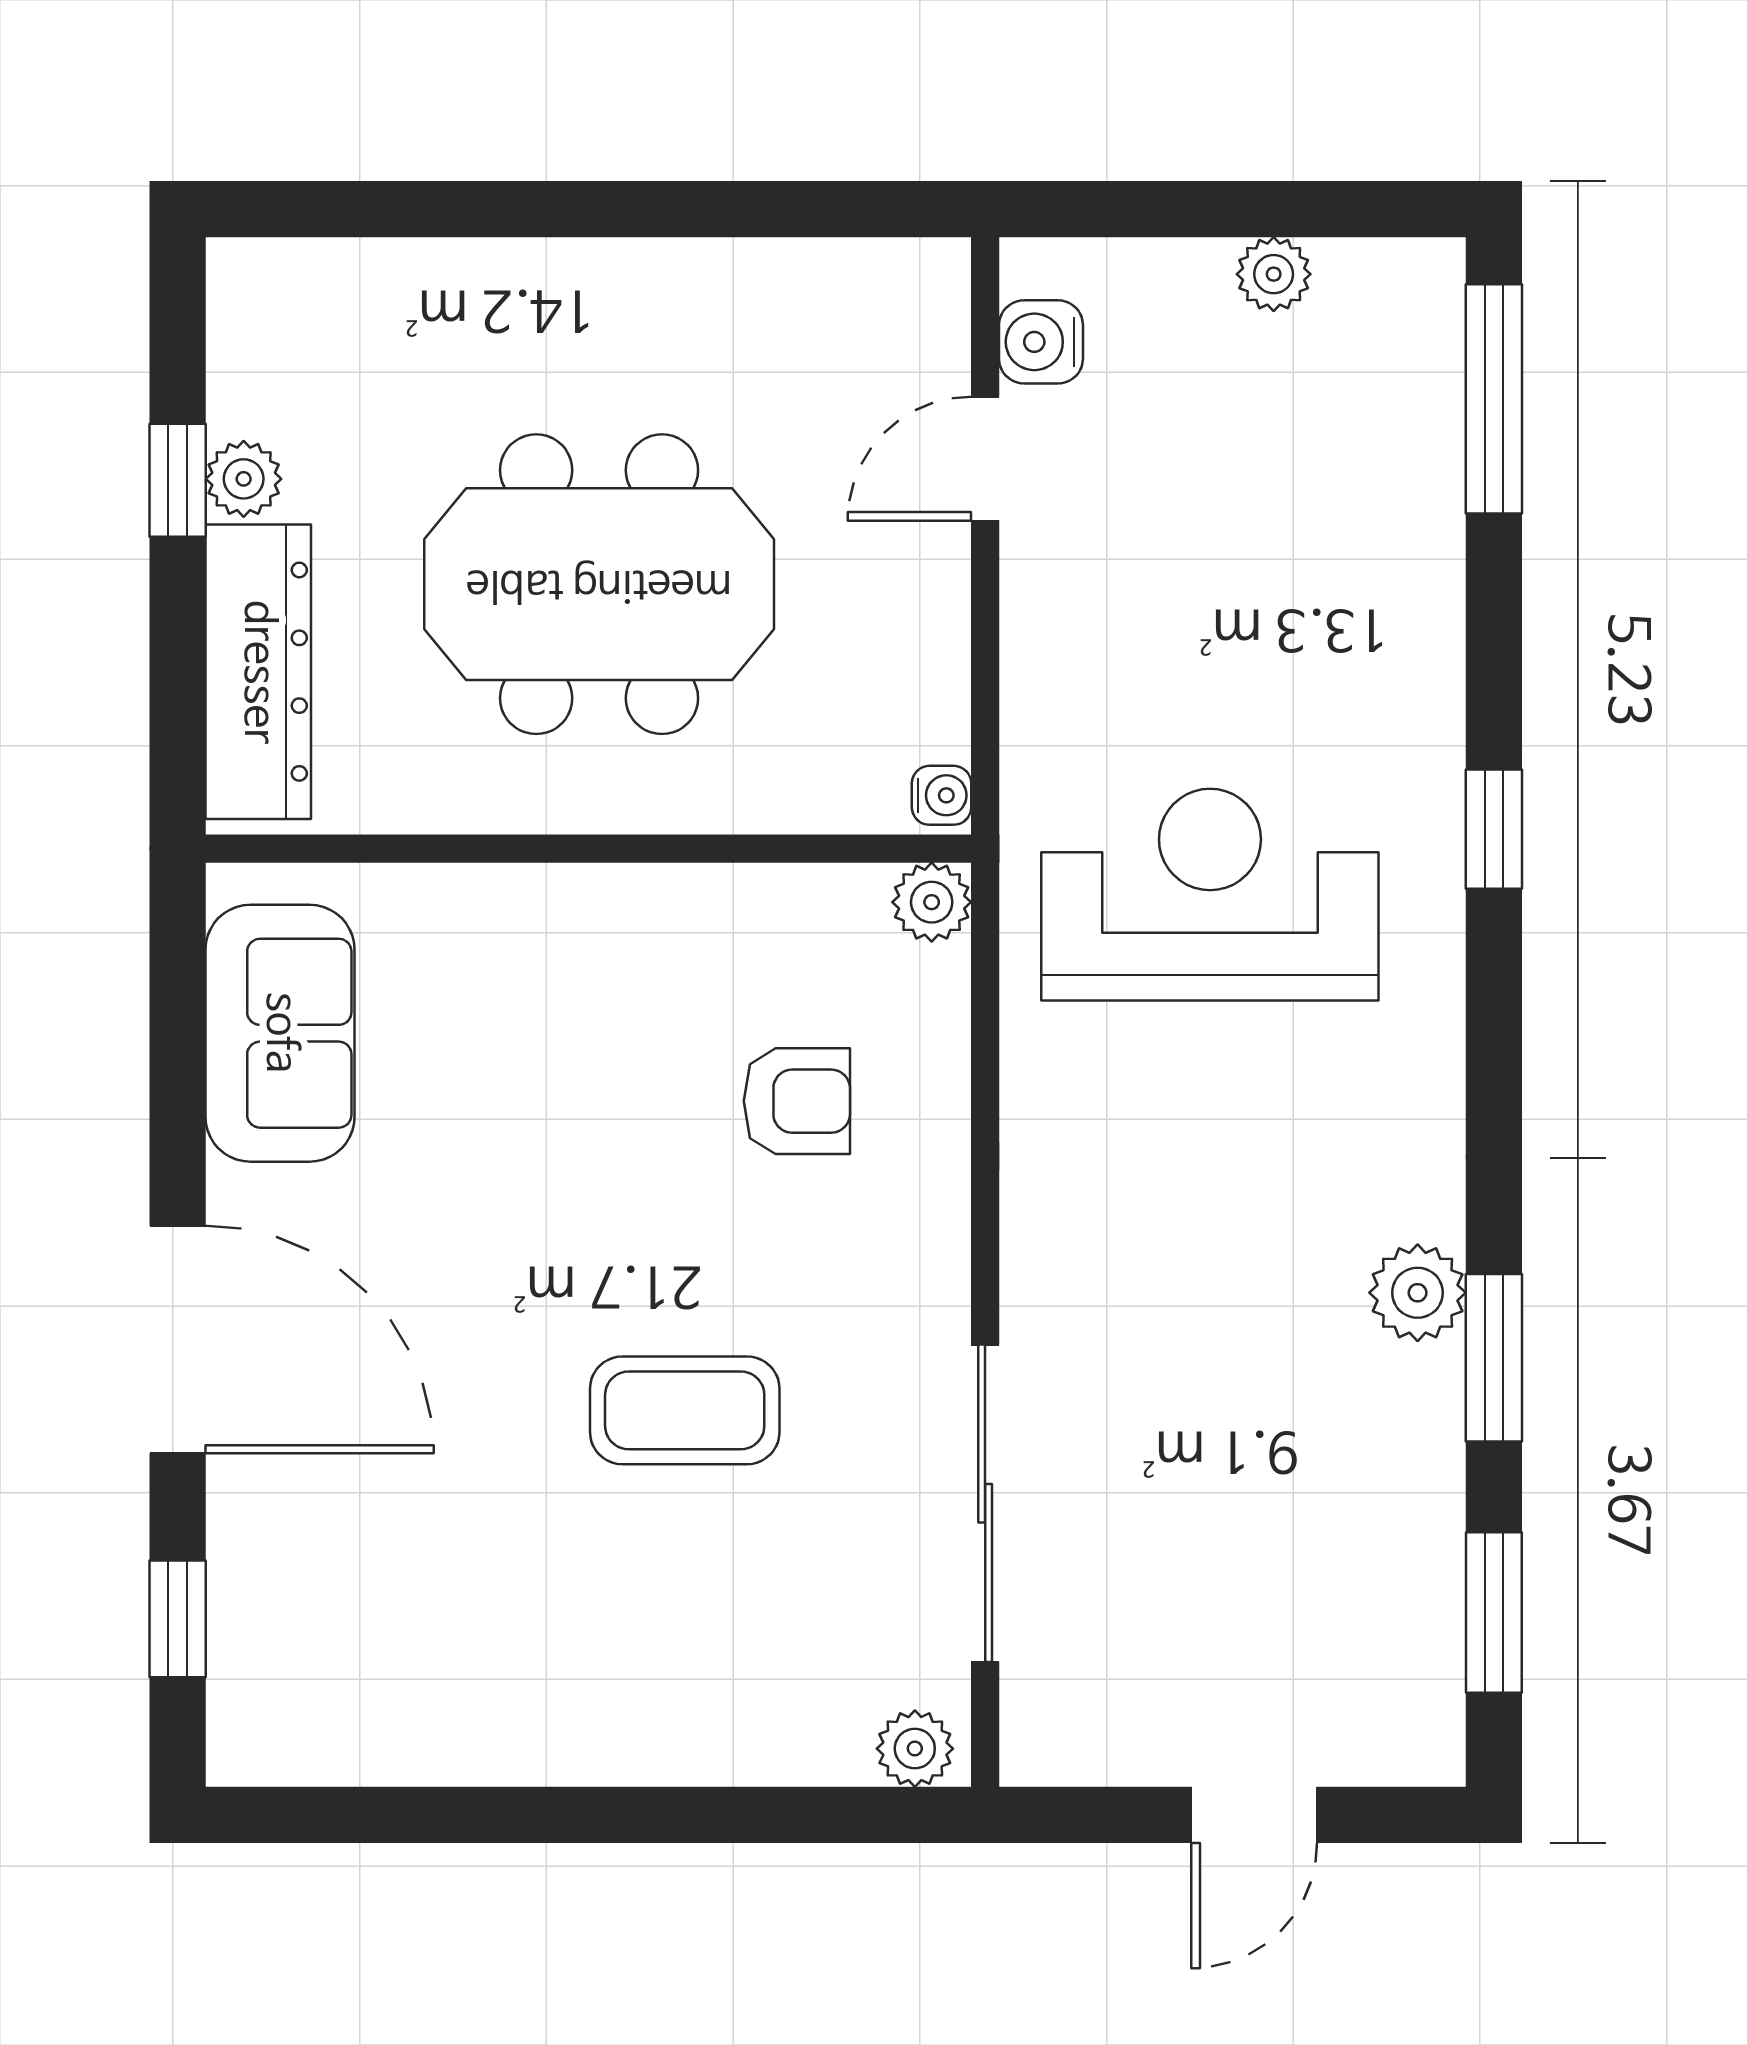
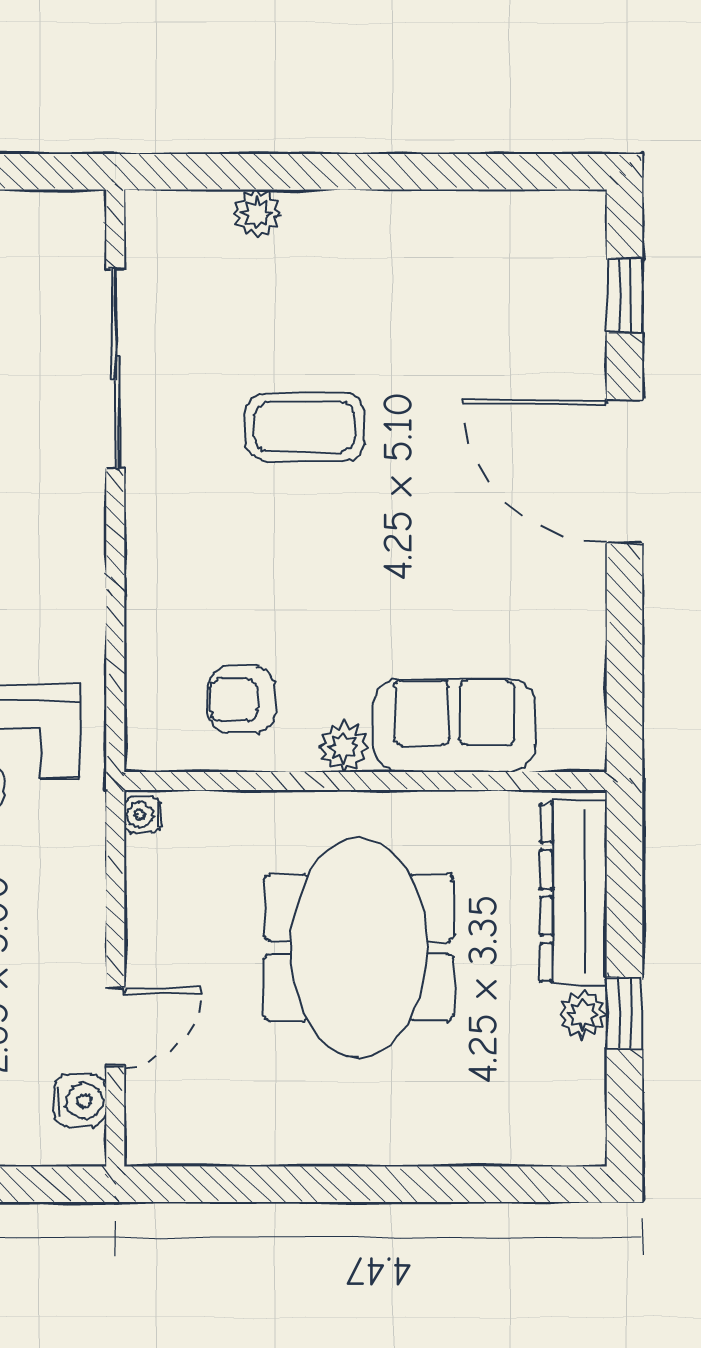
meeting table: (599, 584) -> (359, 948), turned 90
plant: (932, 902) -> (344, 747), moved
sofa: (280, 1033) -> (454, 725), moved, turned 90
armchair: (797, 1101) -> (242, 700), moved
plant: (915, 1749) -> (257, 213), moved

